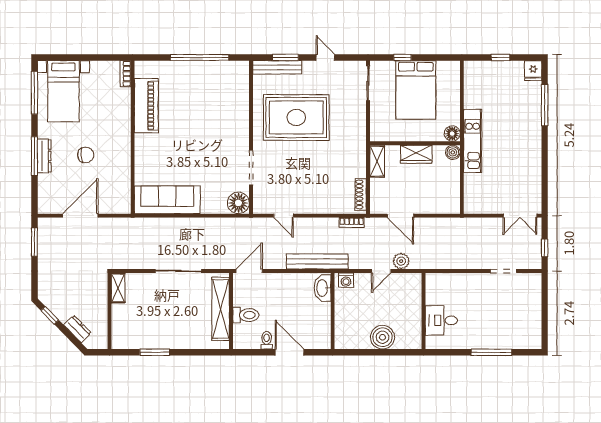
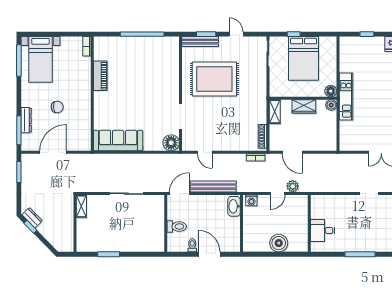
piano: (146, 106) -> (100, 76), width x0.73, depth x0.75
window: (34, 156) -> (19, 130), moved
dresser: (44, 156) -> (26, 120), moved
bench: (317, 262) -> (213, 187), moved
shelving: (221, 309) -> (158, 222), removed
dresser: (77, 329) -> (32, 218), moved

